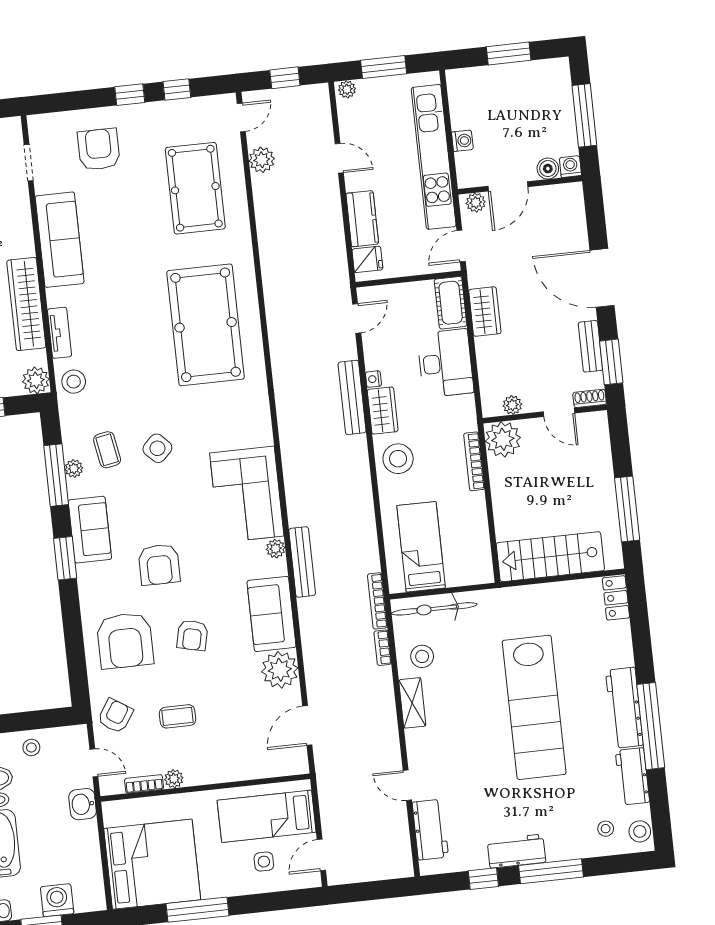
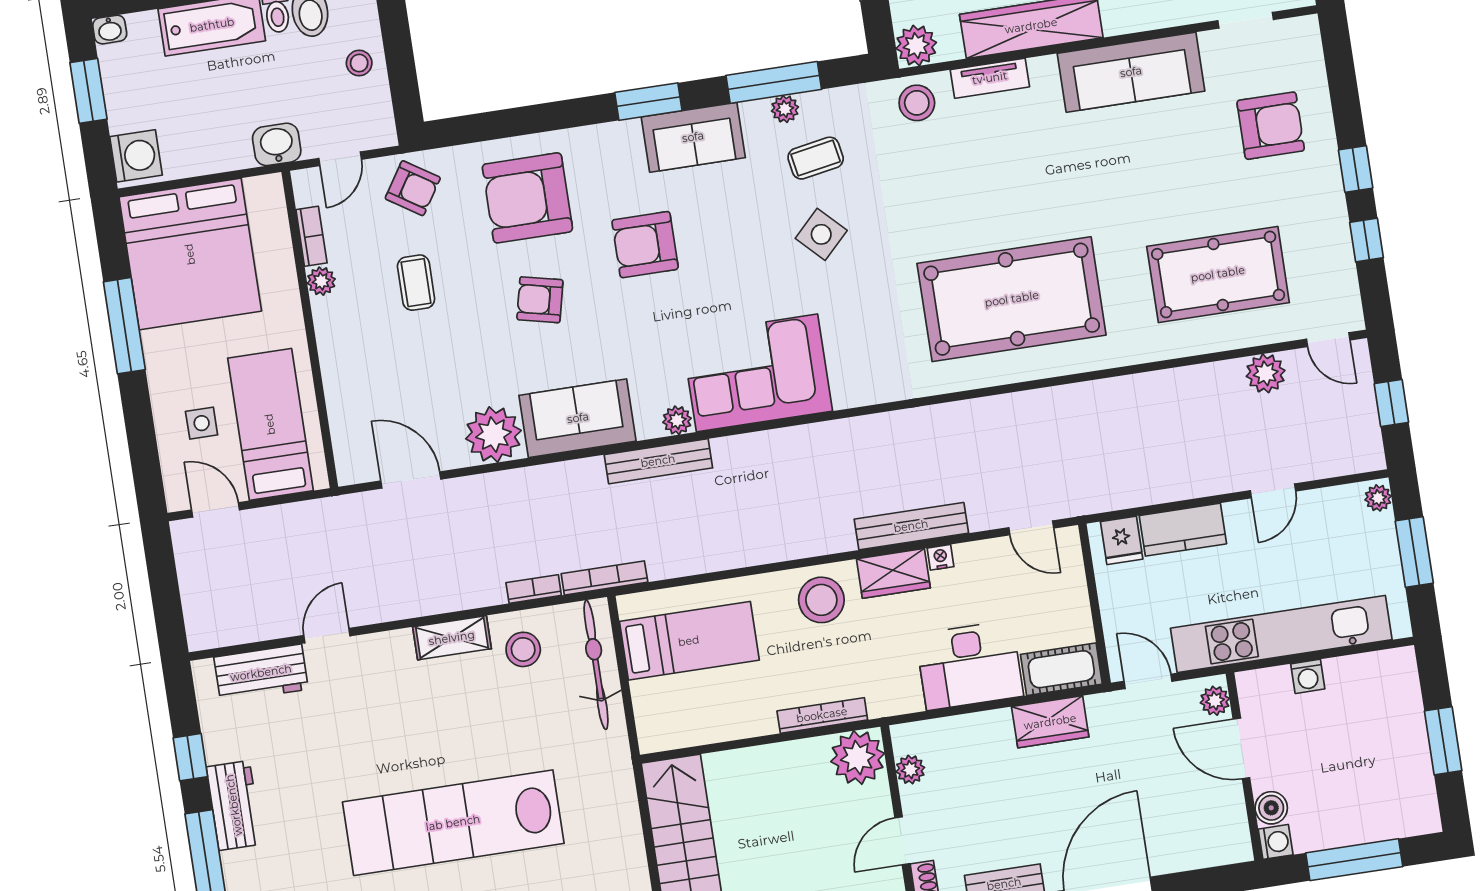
washing machine: (57, 900) -> (136, 156), moved

